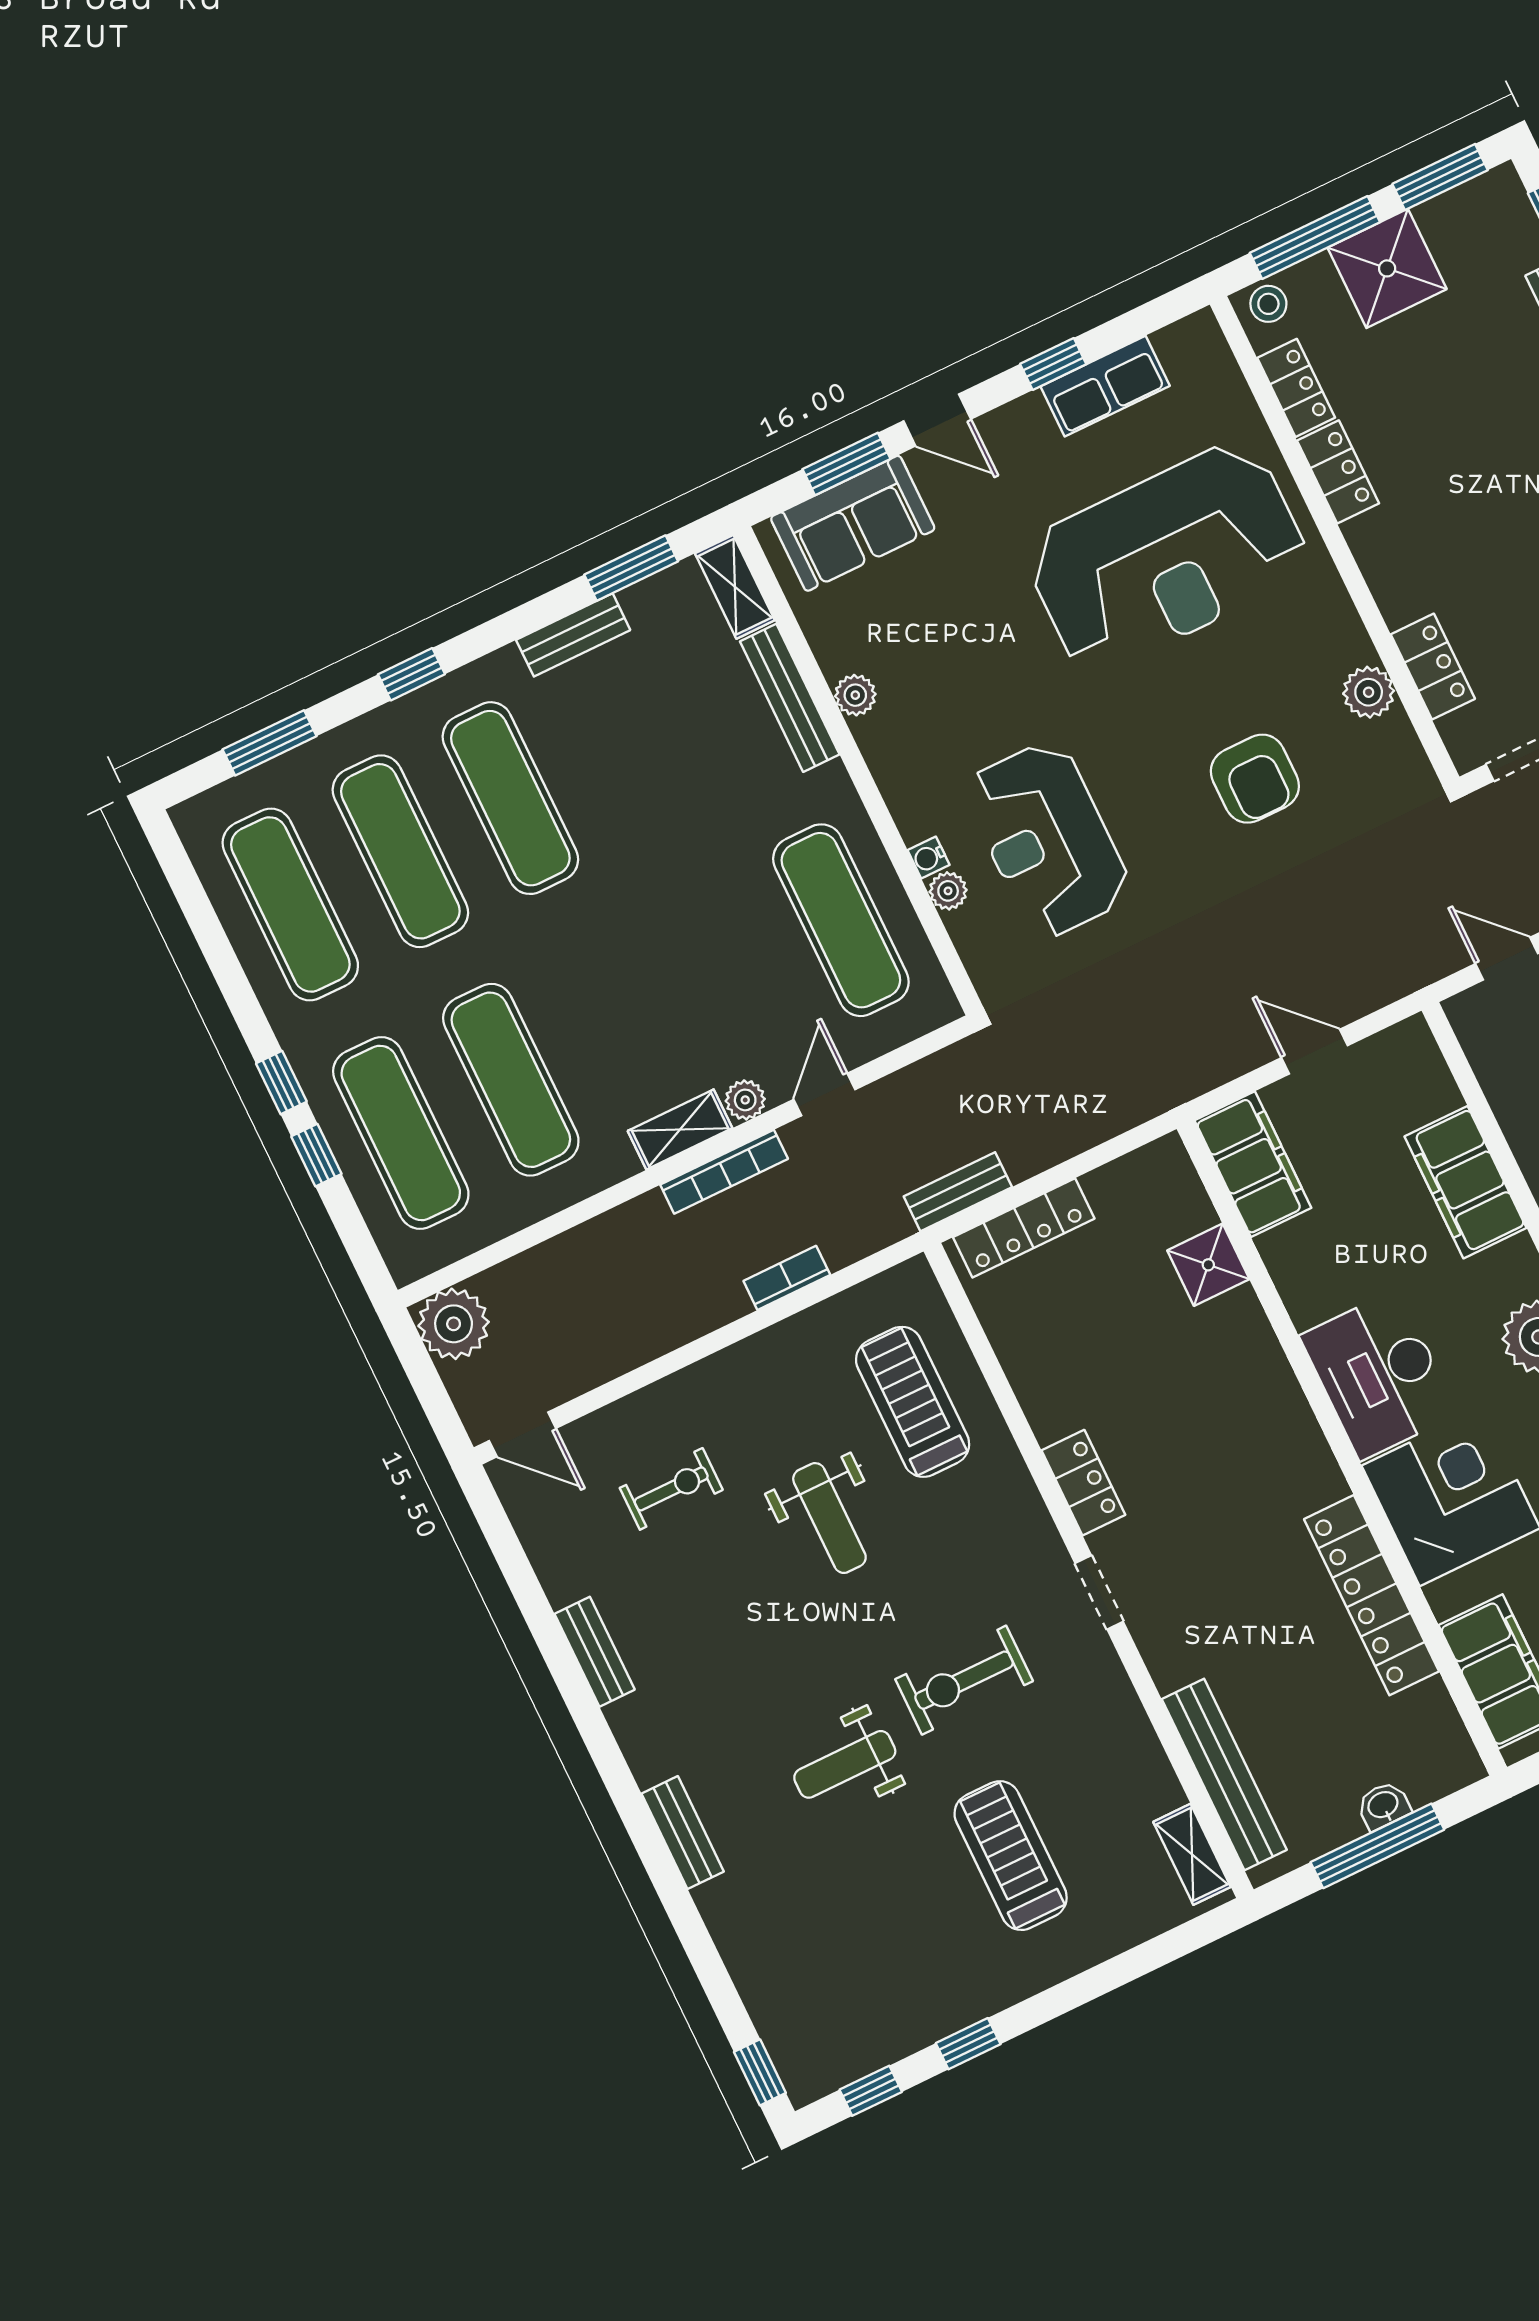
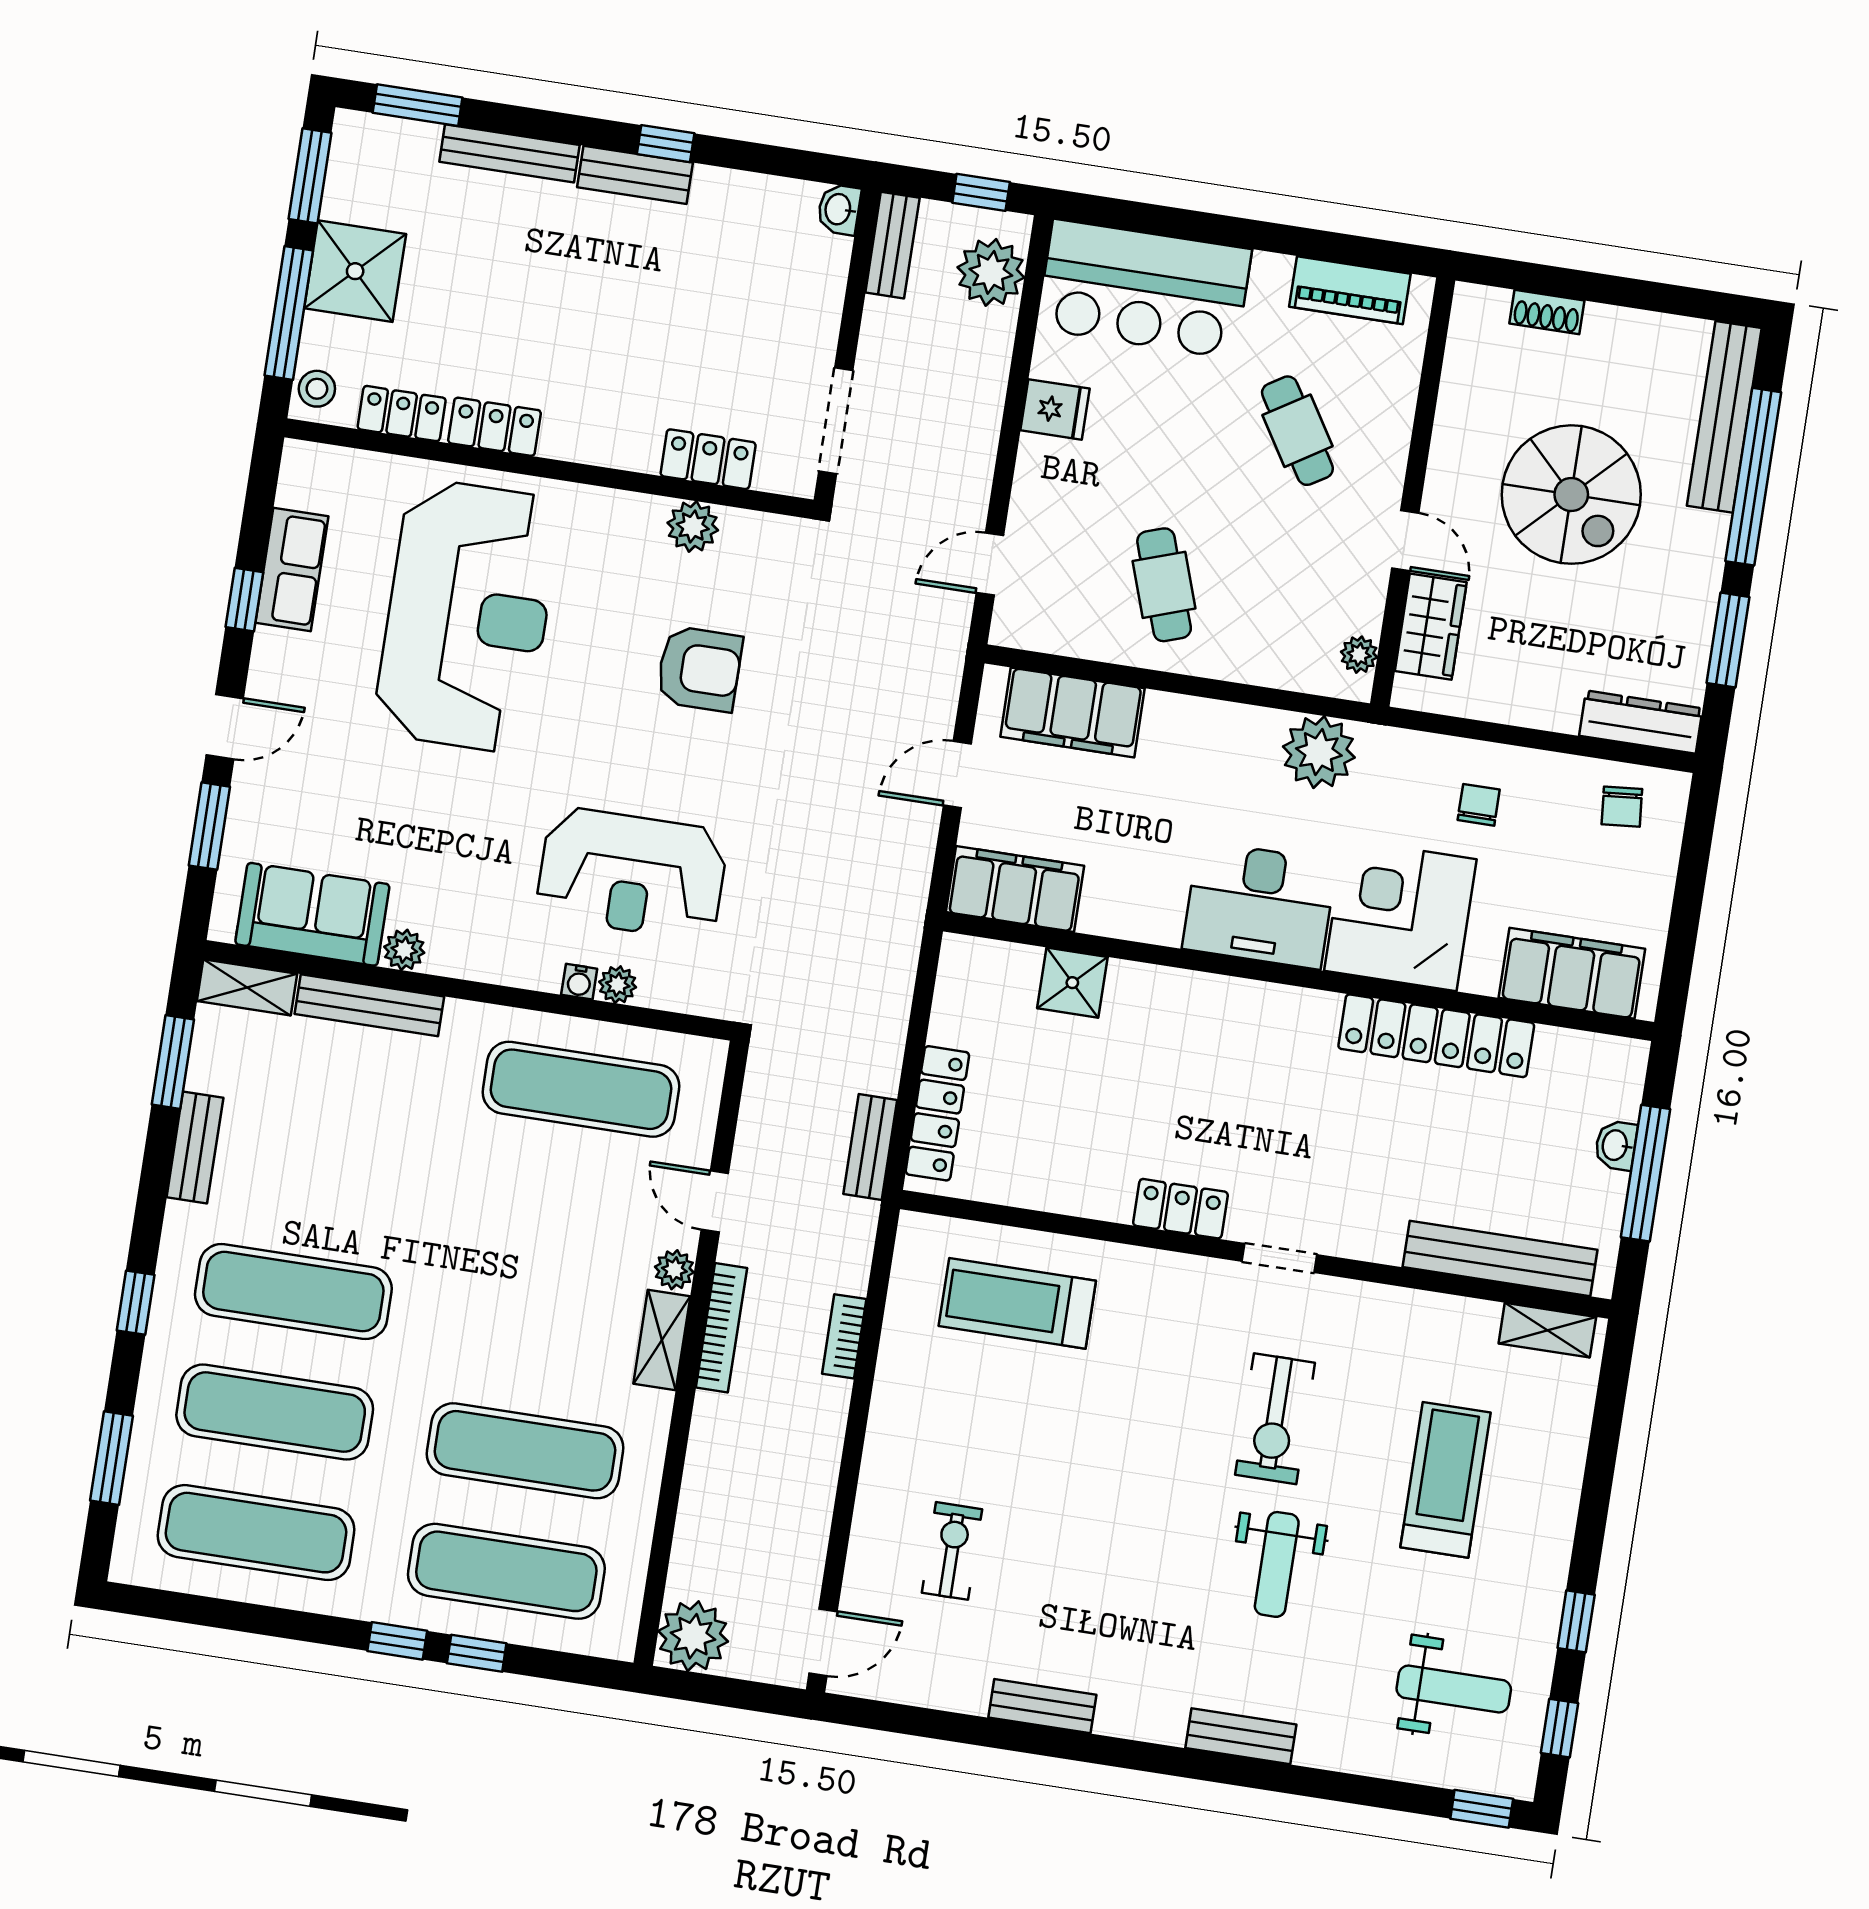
sofa: (853, 523) -> (312, 914), moved, turned -90
filing cabinet: (1466, 1182) -> (1073, 713), moved
weight bench: (829, 1518) -> (1454, 1689), moved
treadmill: (1011, 1856) -> (1446, 1480), turned 90

